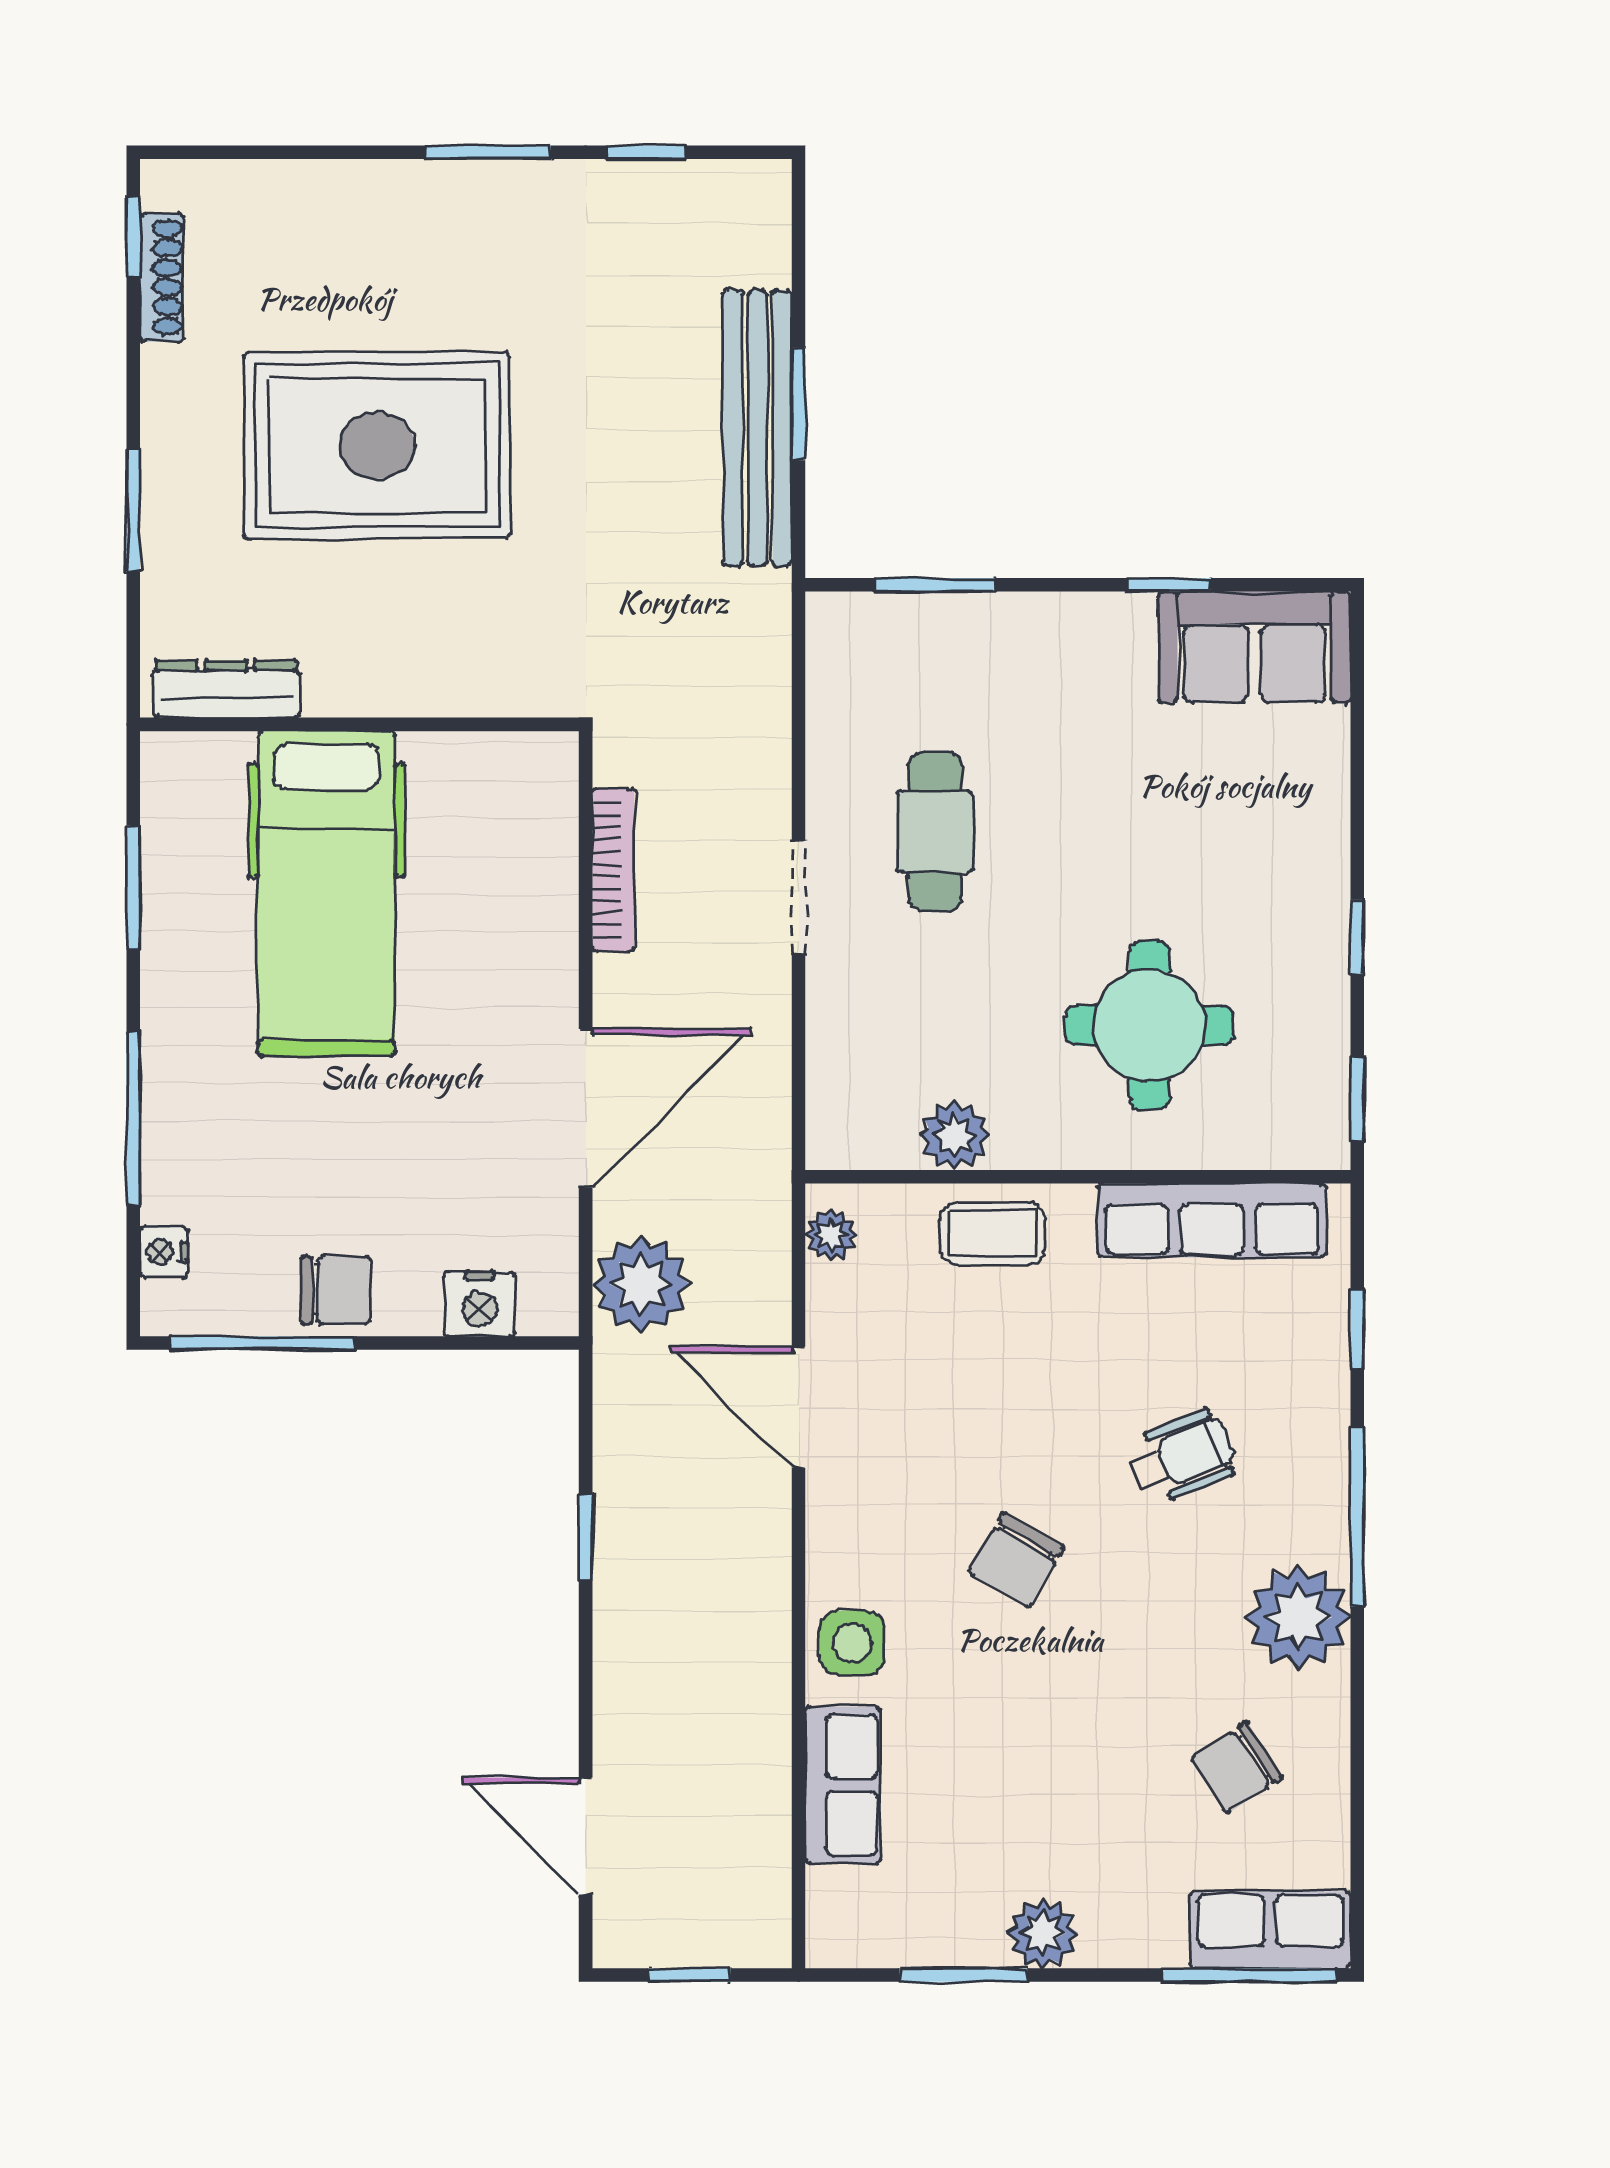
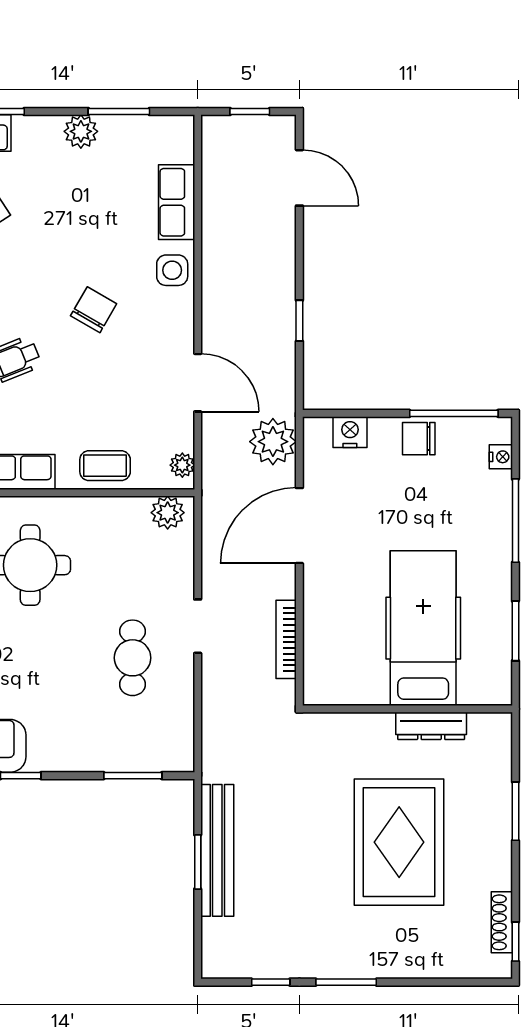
rug: (377, 445) -> (399, 842), turned 90
dresser: (226, 689) -> (431, 726), moved
plant: (954, 1135) -> (168, 513), moved

